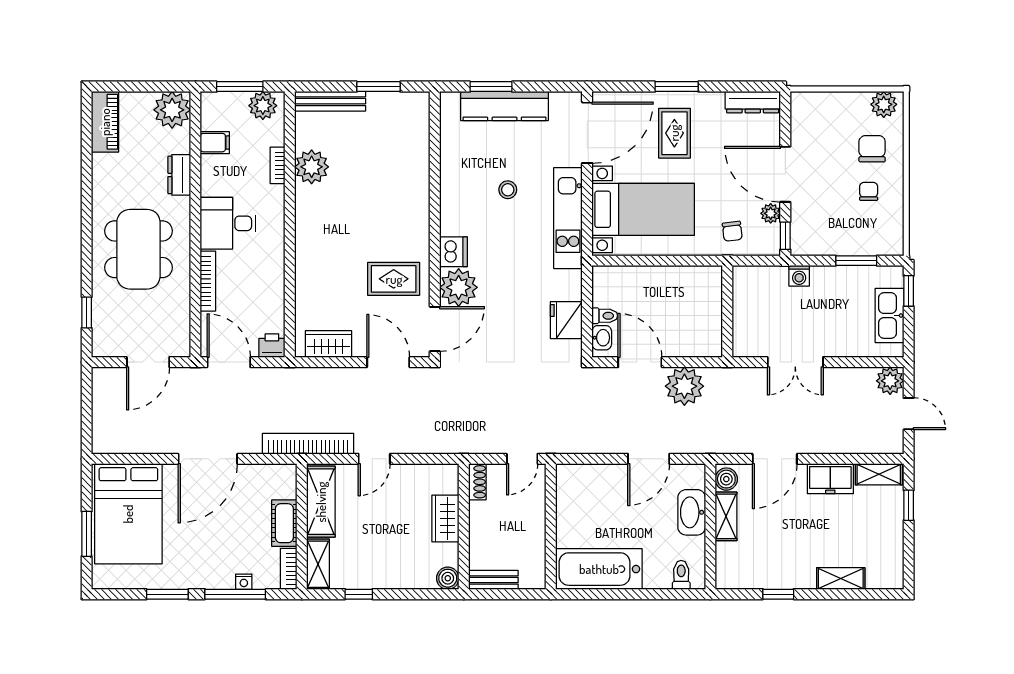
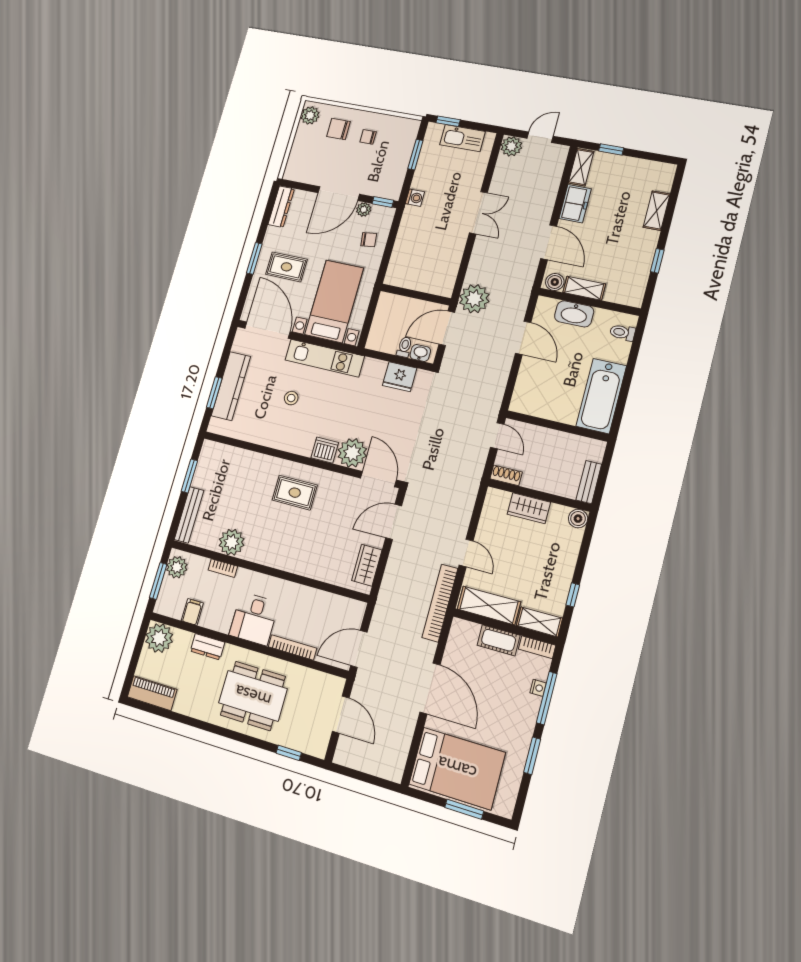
rug: (394, 279) -> (295, 493), moved, turned 90
wall: (727, 311) -> (416, 295), moved
printer: (272, 346) -> (356, 611), removed

